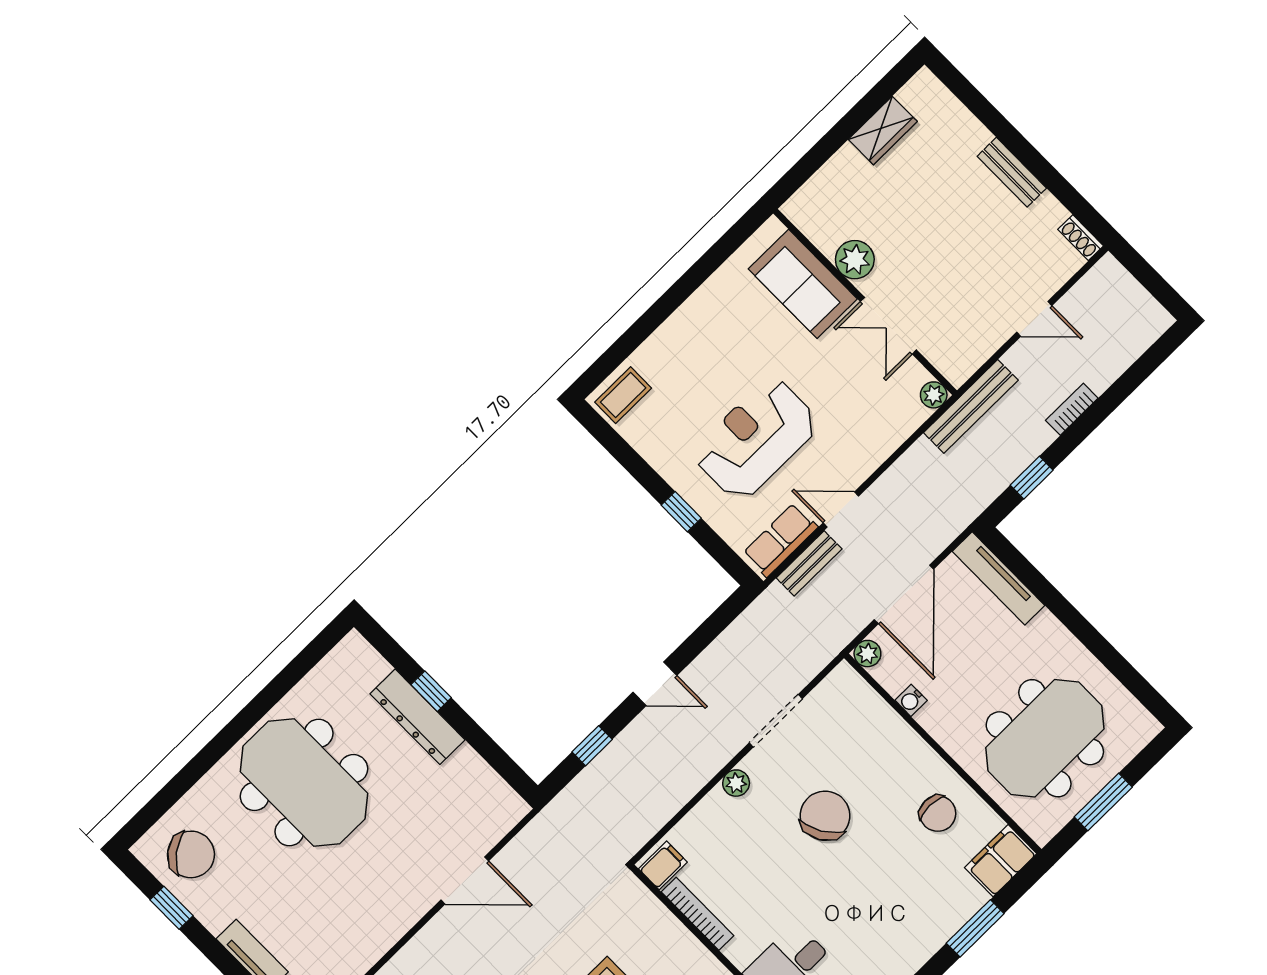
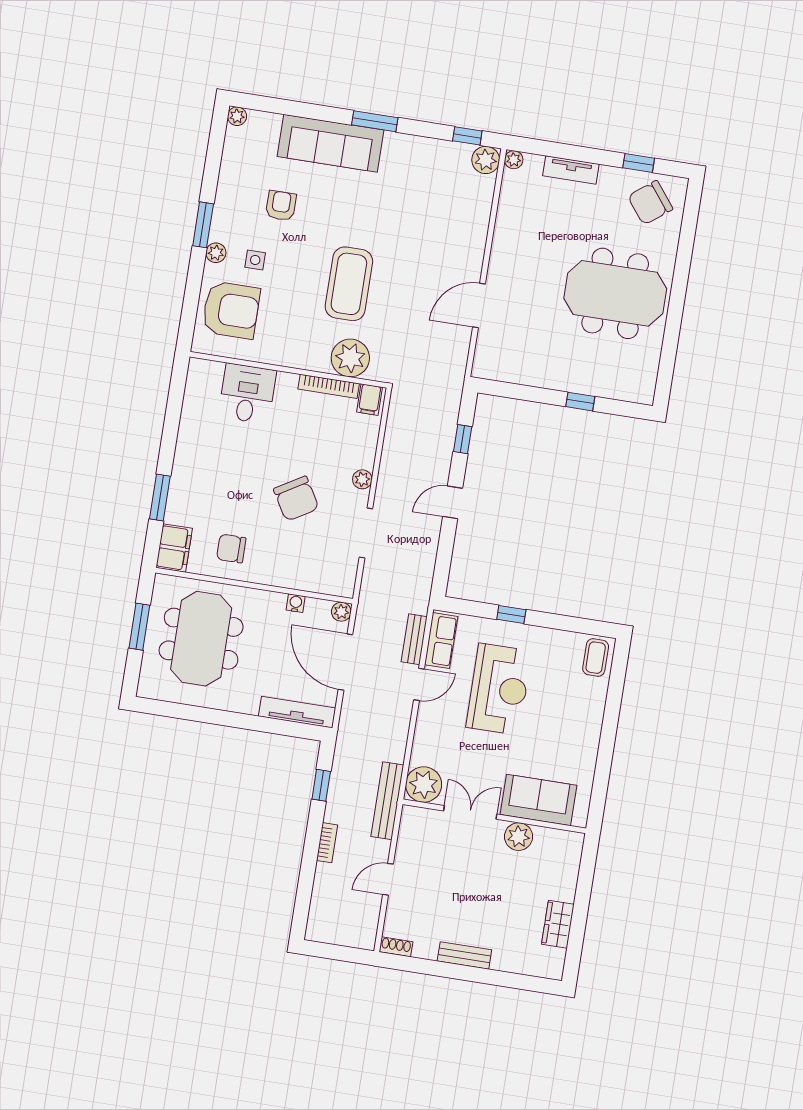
plant: (934, 395) -> (424, 785), width x1.88, depth x1.88
dresser: (418, 717) -> (577, 381), removed
plant: (650, 927) -> (350, 358), added

